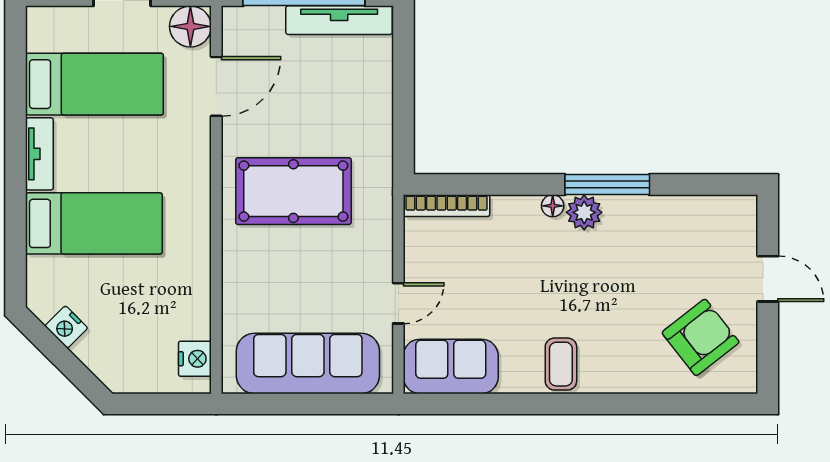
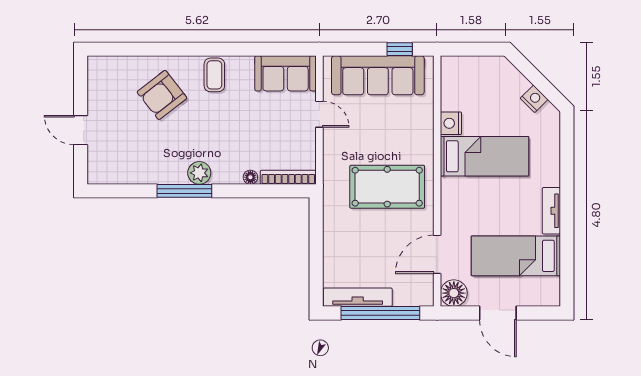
floor lamp: (553, 206) -> (250, 177), moved
bed: (94, 223) -> (484, 156), moved, turned 180
door: (398, 303) -> (319, 114), swing flipped
armchair: (701, 337) -> (162, 95), moved
nightstand: (195, 359) -> (451, 123), moved
window: (274, 404) -> (400, 49), added

